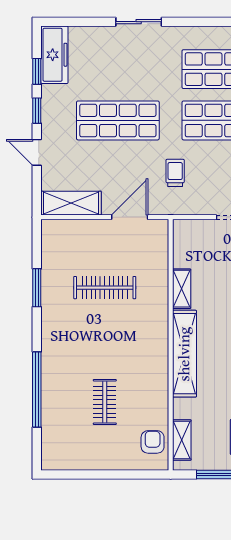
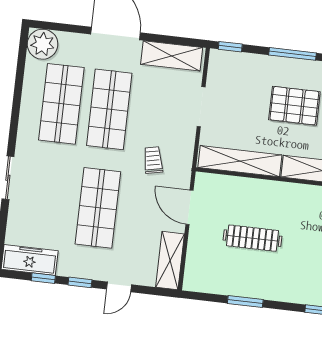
trolley: (175, 173) -> (153, 160), turned 78
clothes rail: (105, 288) -> (252, 238), turned 90
shelving: (182, 289) -> (240, 161), width x2.20, depth x1.33

